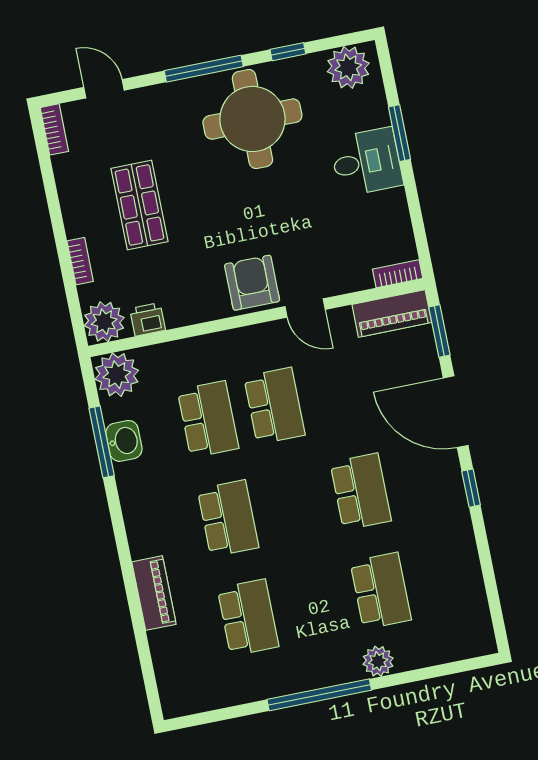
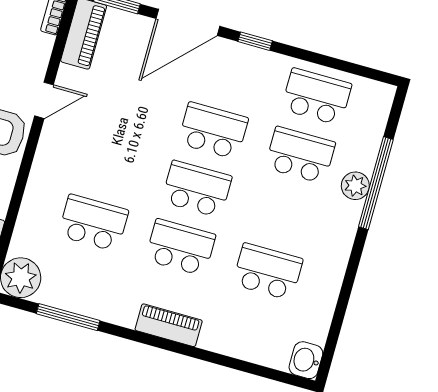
school desk: (274, 406) -> (197, 189), moved
washbasin: (124, 441) -> (306, 360), moved, turned -90
school desk: (447, 577) -> (317, 97), added
piano: (154, 593) -> (169, 325), moved
window: (319, 695) -> (376, 183), moved

